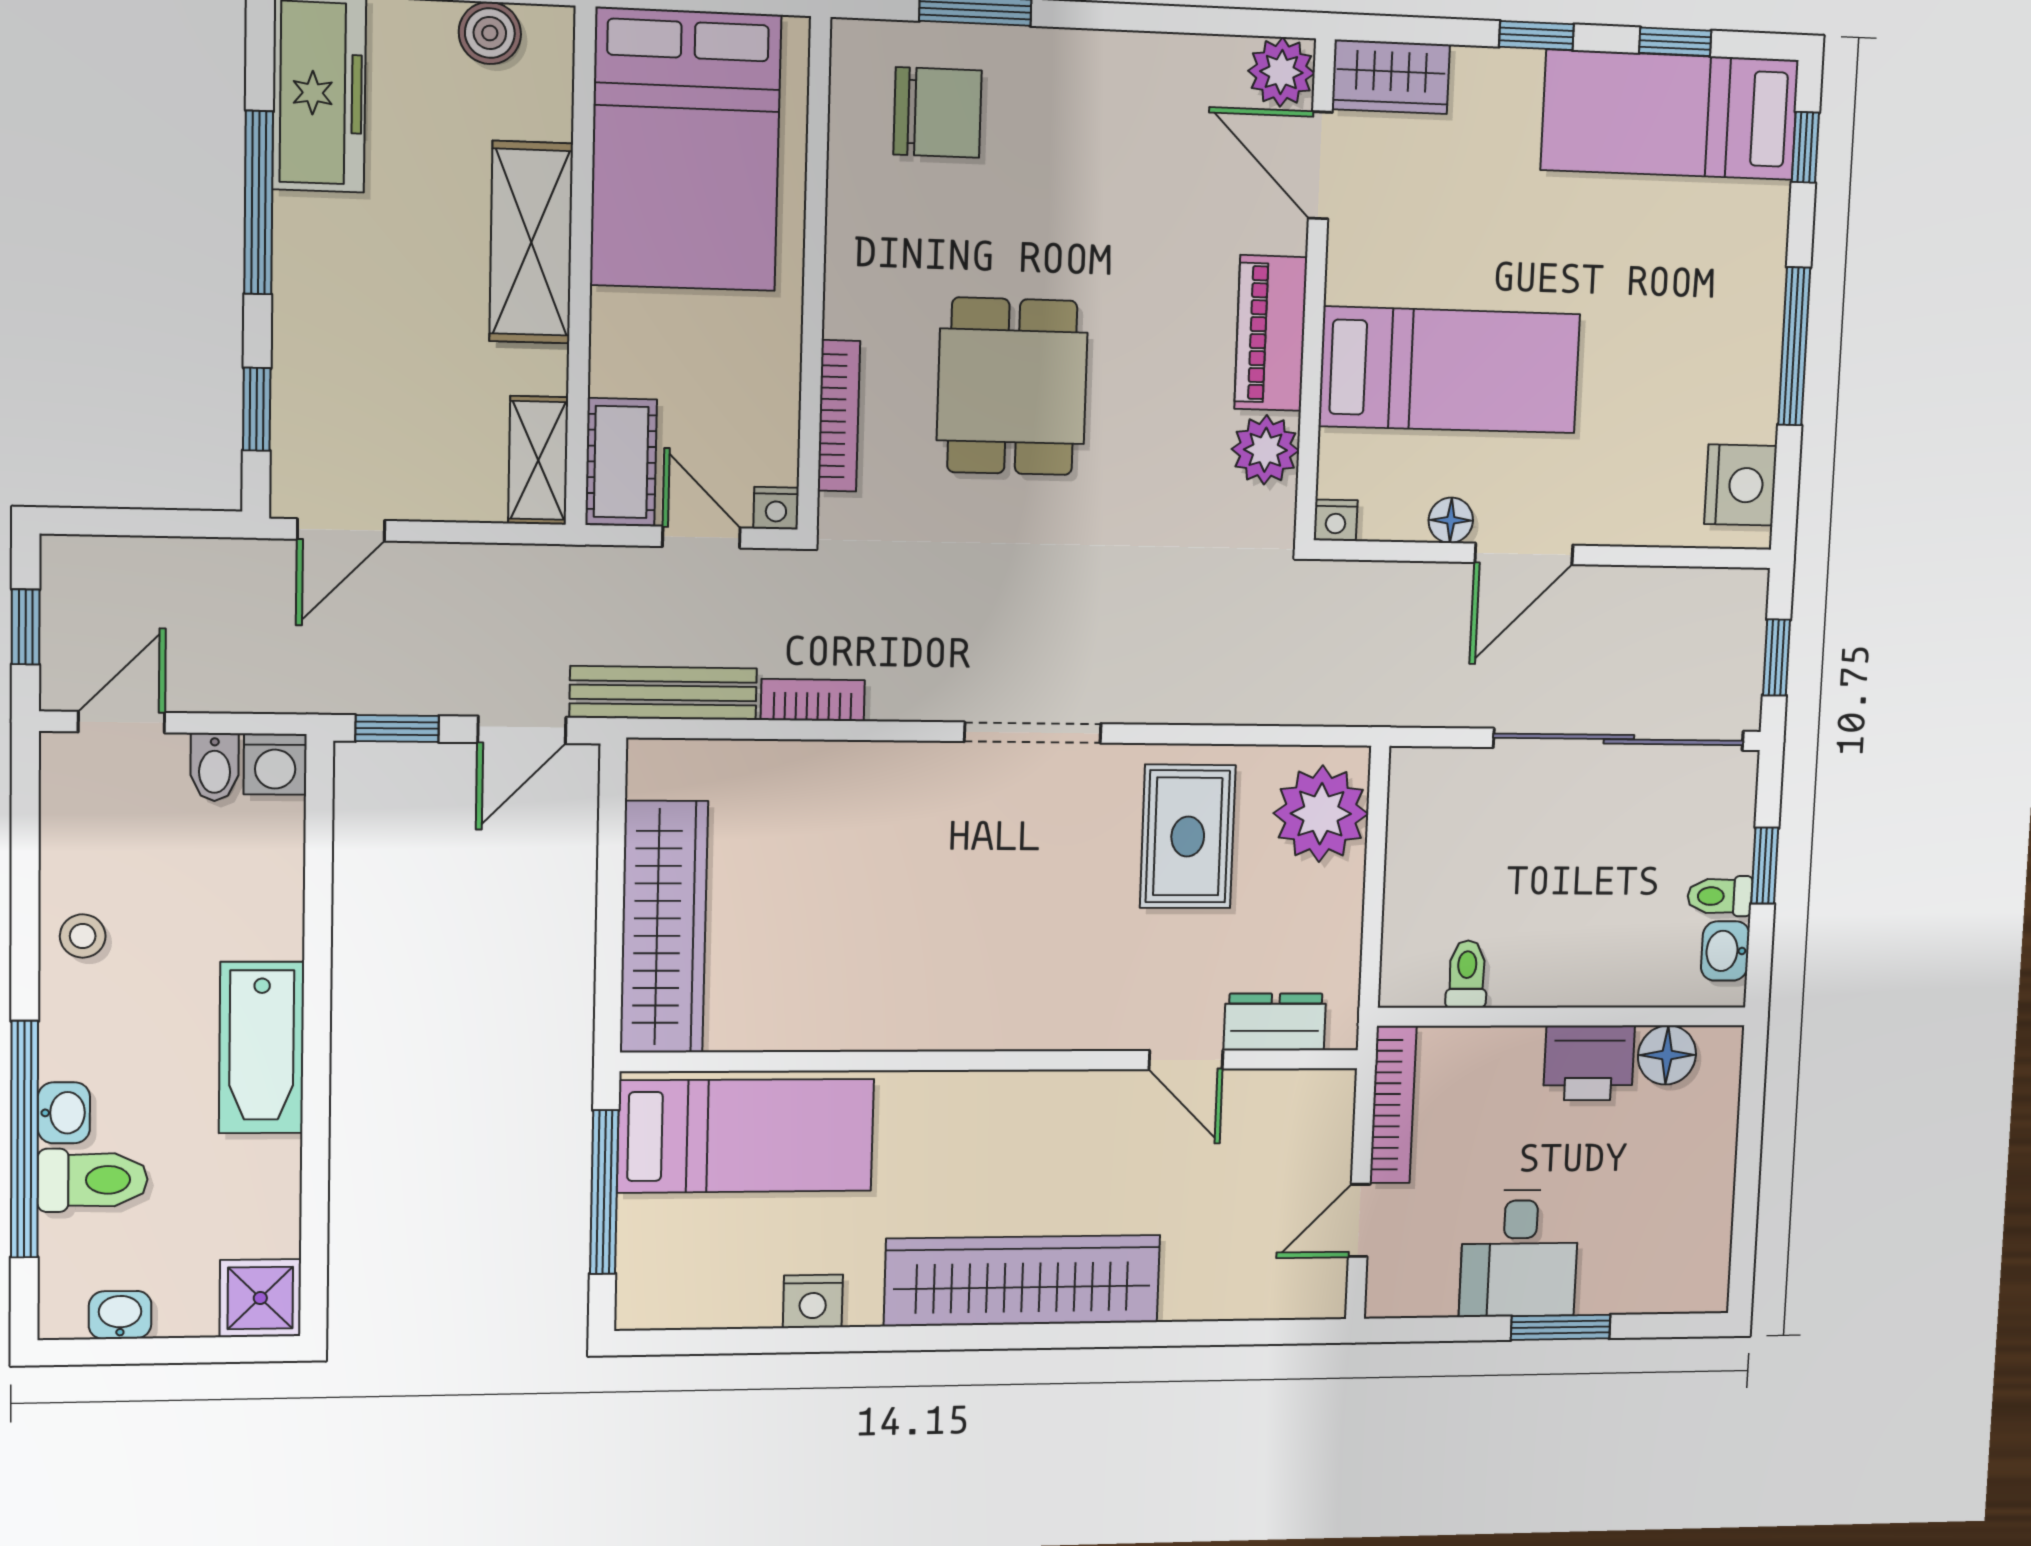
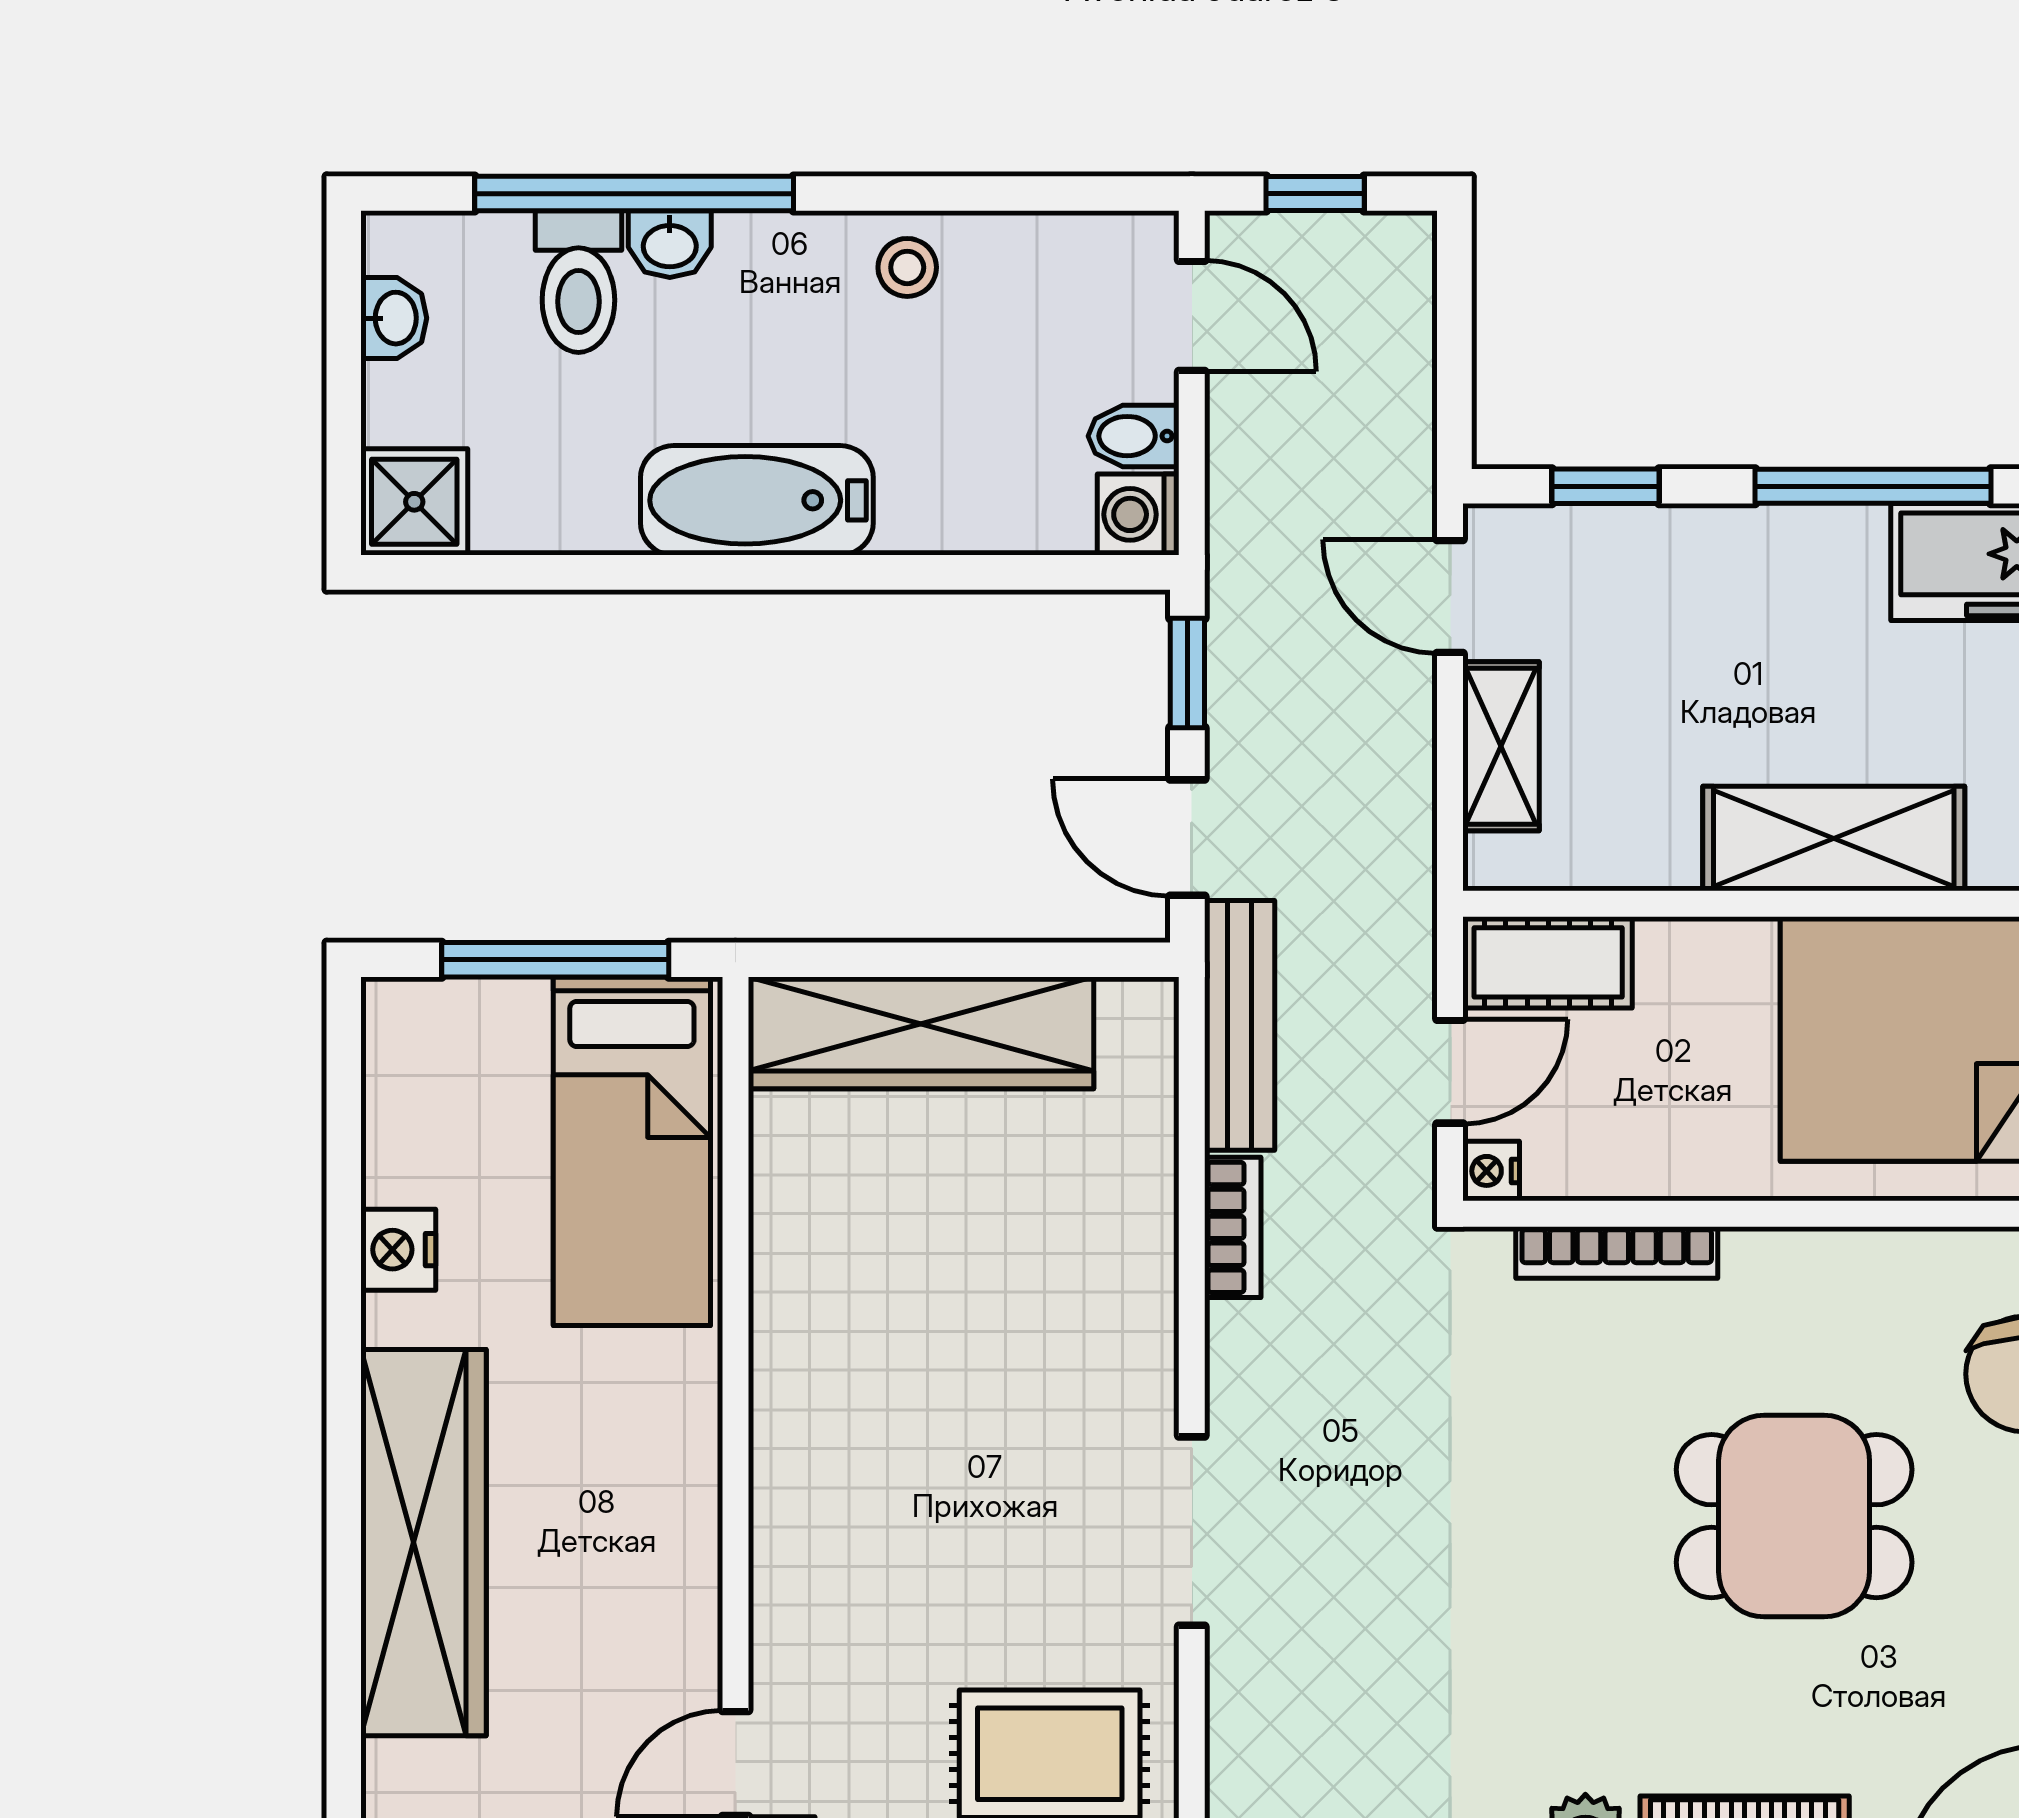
dining table: (1012, 386) -> (1794, 1516), moved
shelving: (538, 460) -> (1501, 746), moved, turned 90

